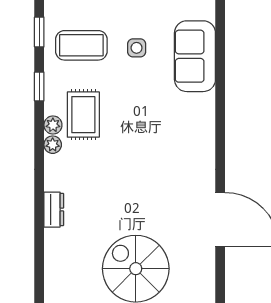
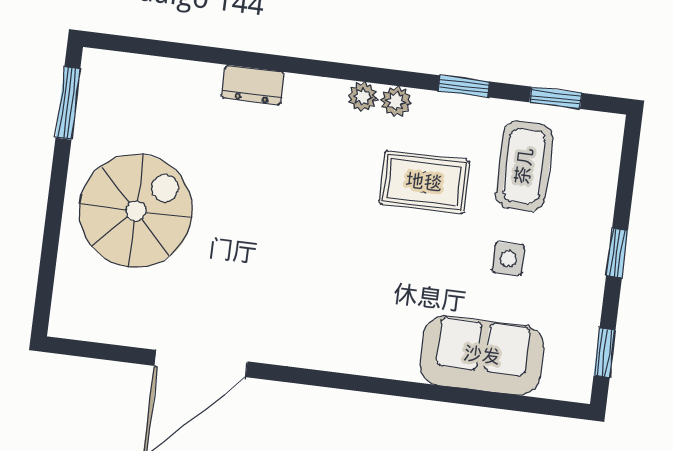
rug: (83, 115) -> (424, 182), moved

